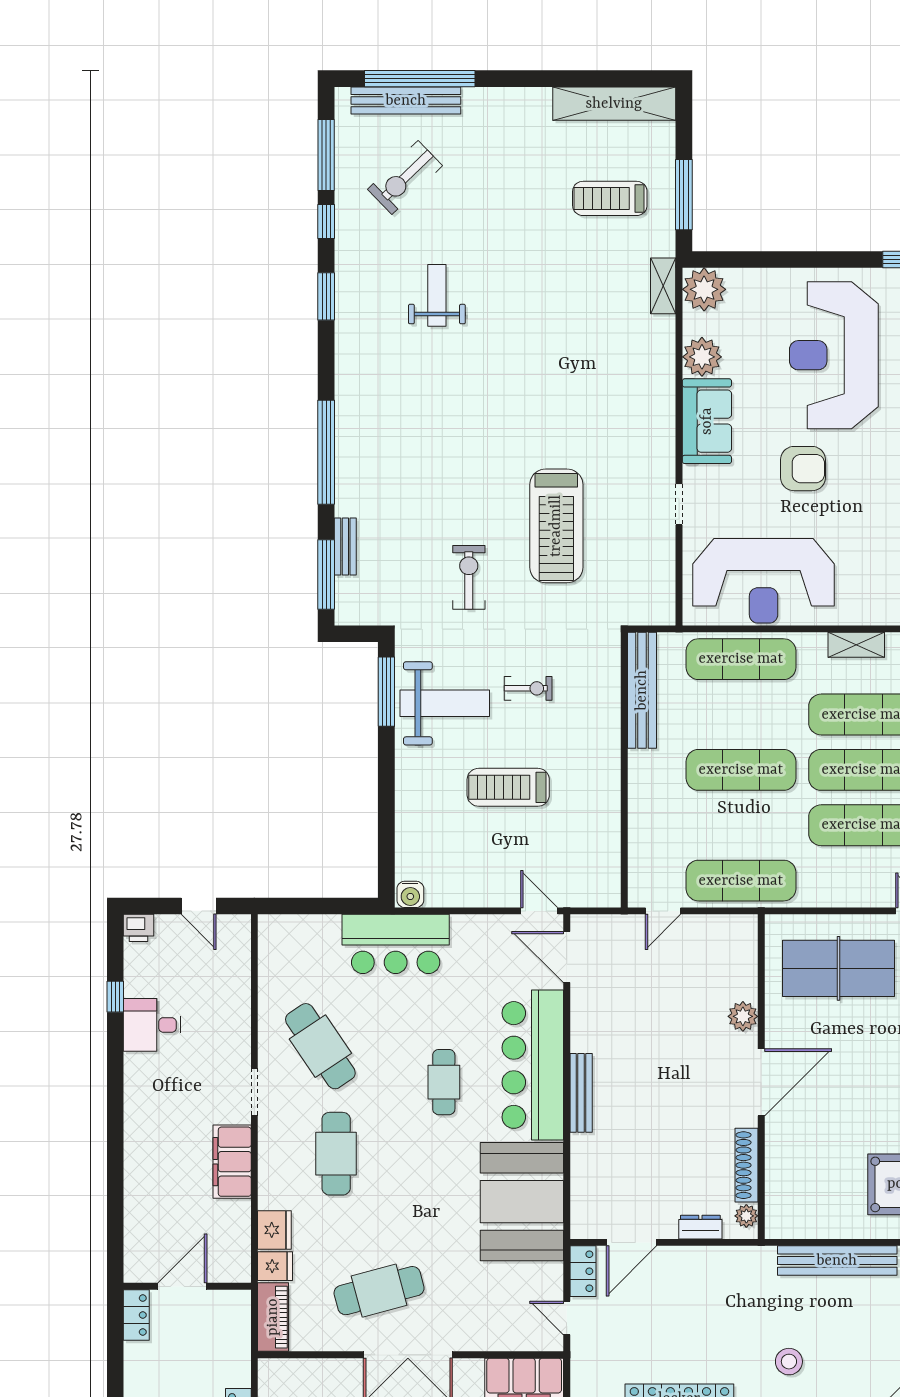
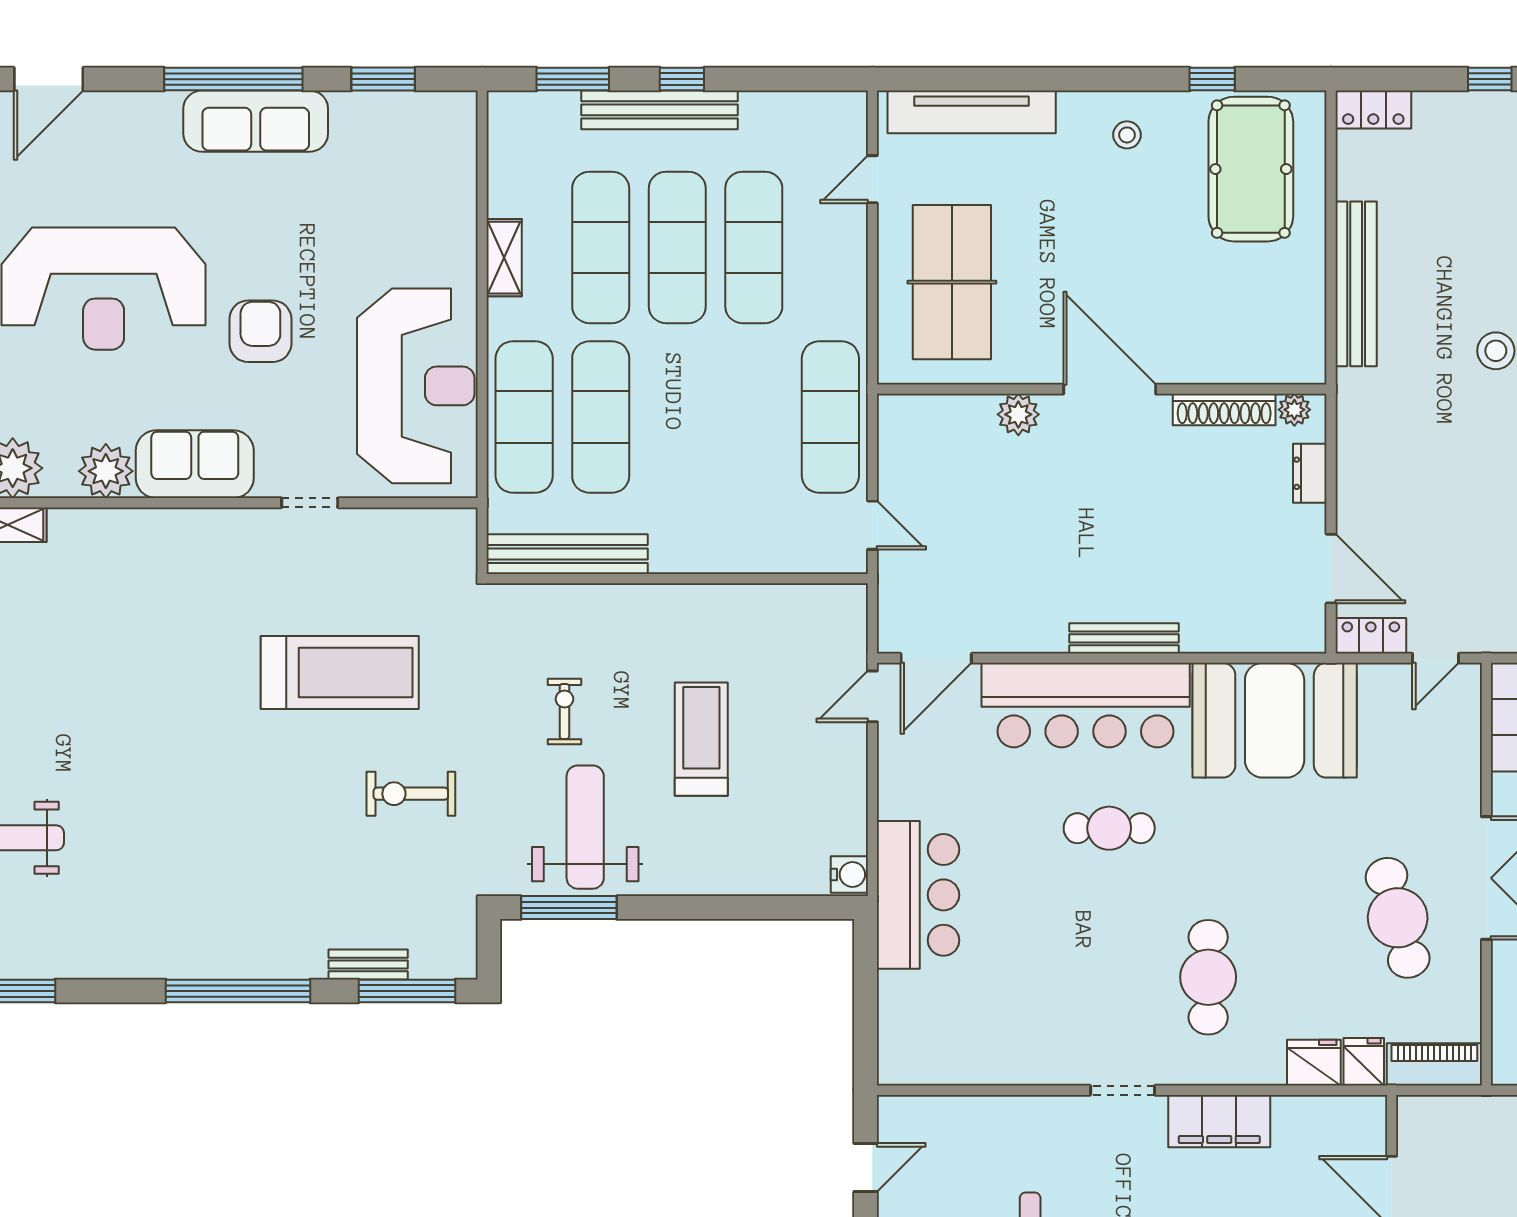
exercise mat: (741, 770) -> (601, 417), moved
treadmill: (508, 787) -> (701, 739), turned 180
cafe table: (320, 1046) -> (1059, 999), removed
cafe table: (336, 1154) -> (1208, 977), turned 90

